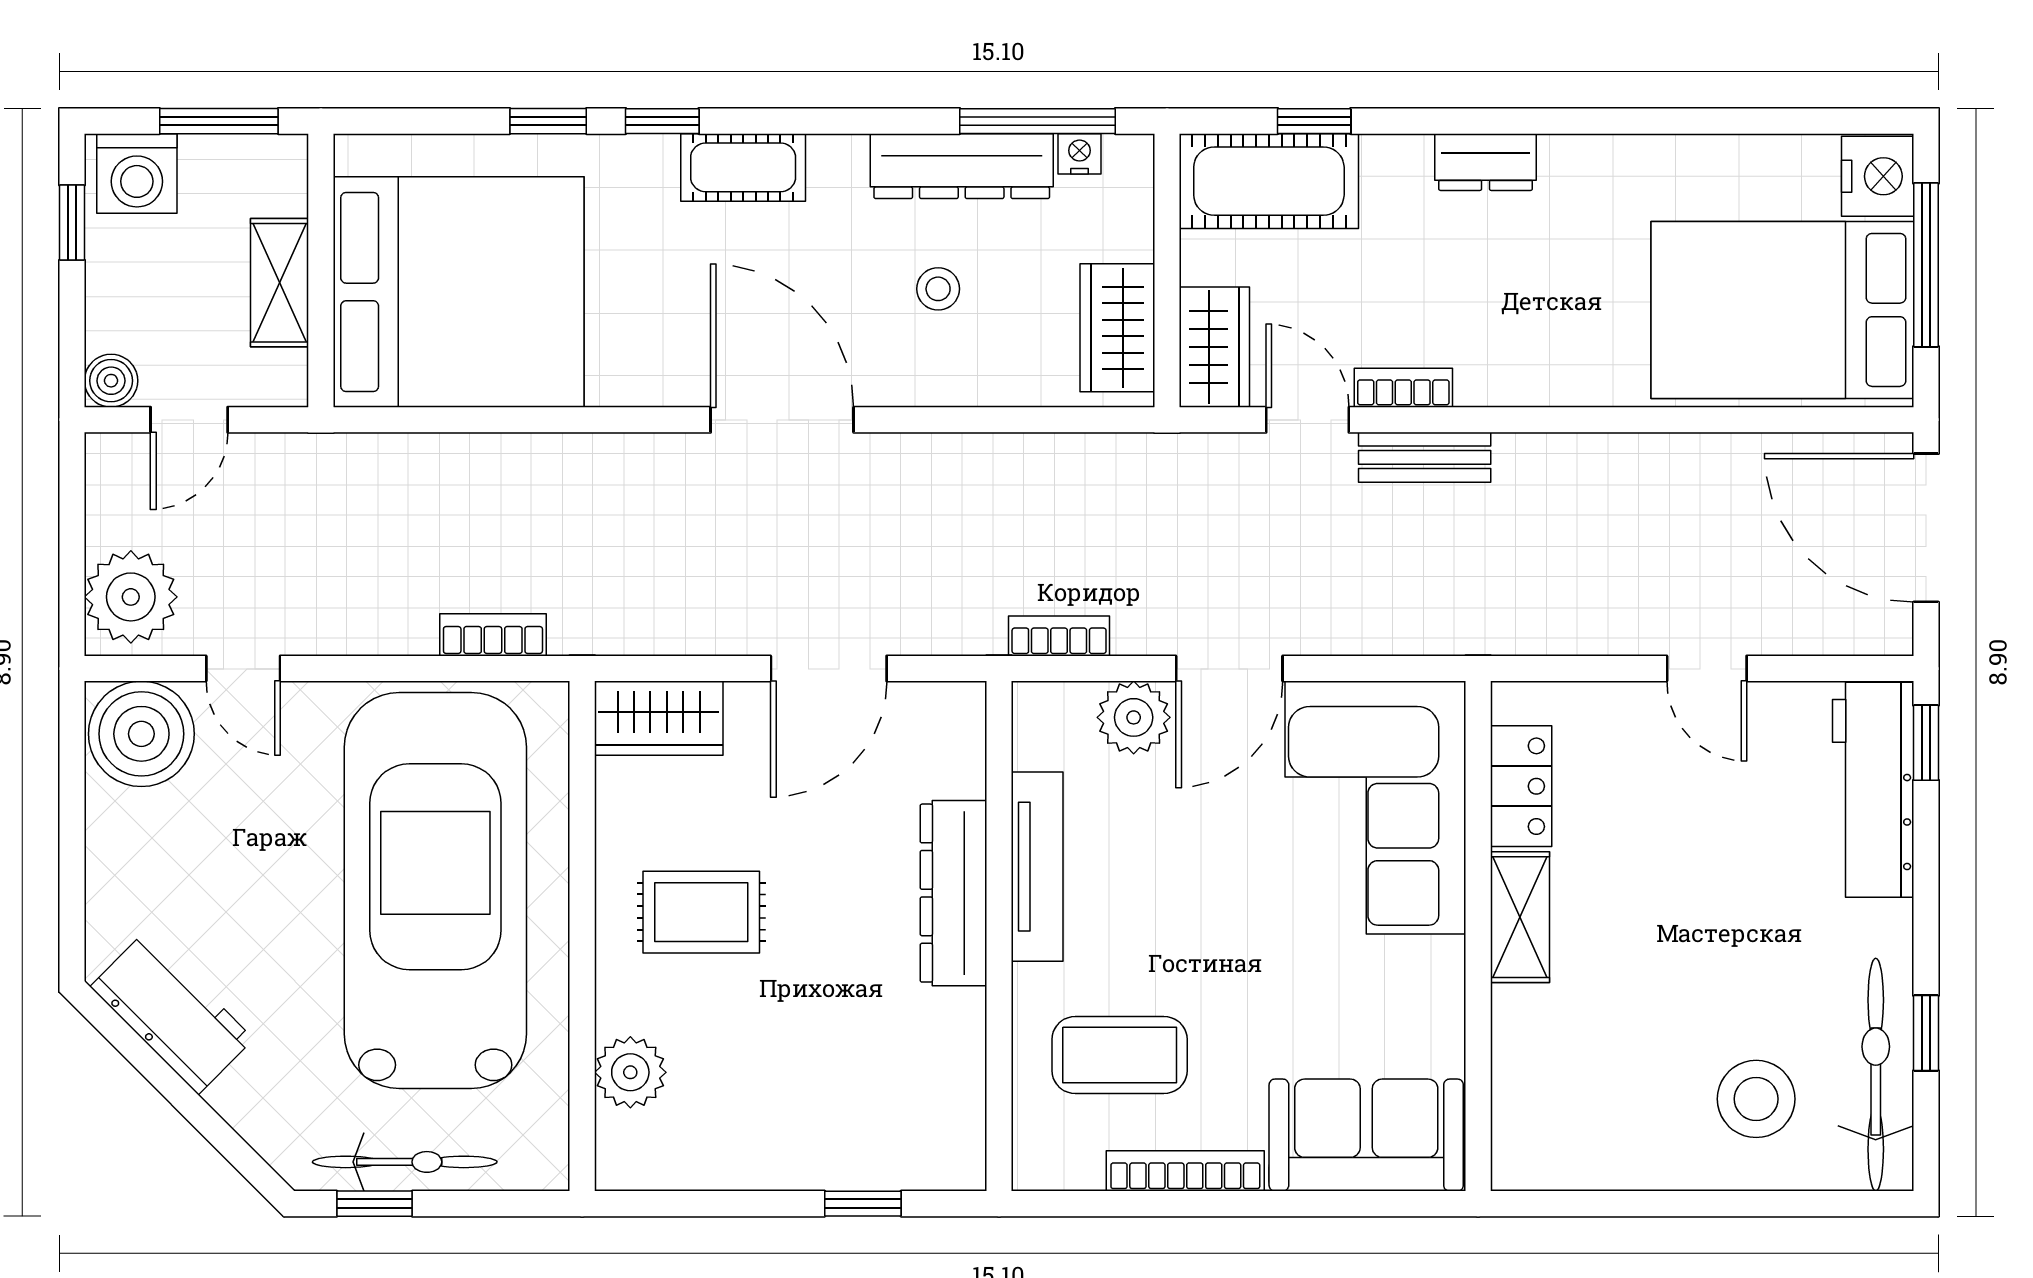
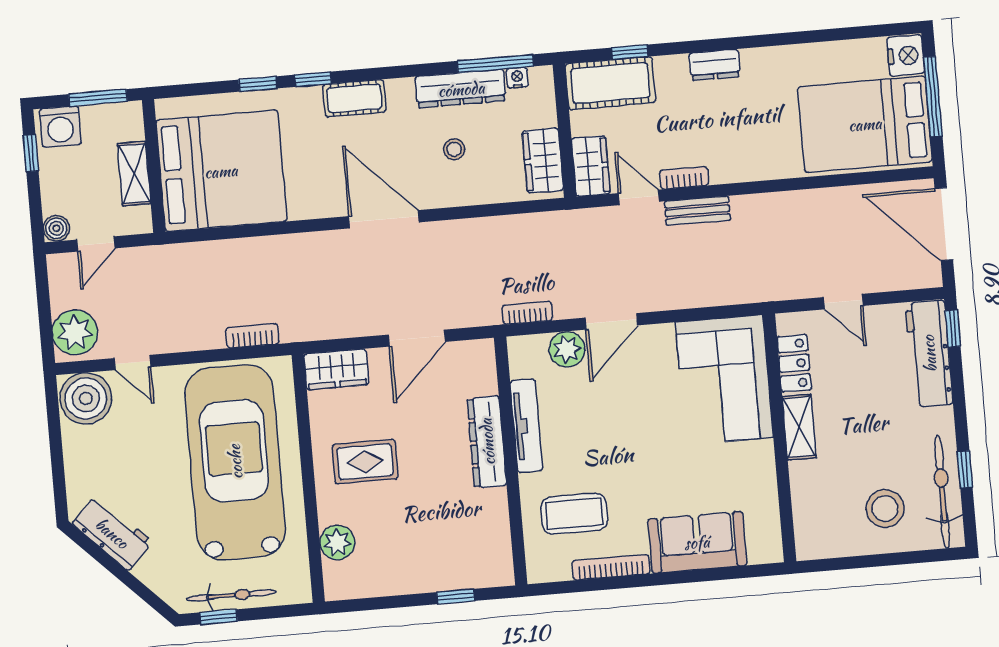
locker: (1521, 786) -> (794, 363), moved
corner sofa: (1375, 808) -> (724, 380), moved
shelving: (1520, 917) -> (799, 427), moved
wall: (1478, 936) -> (780, 438), moved

